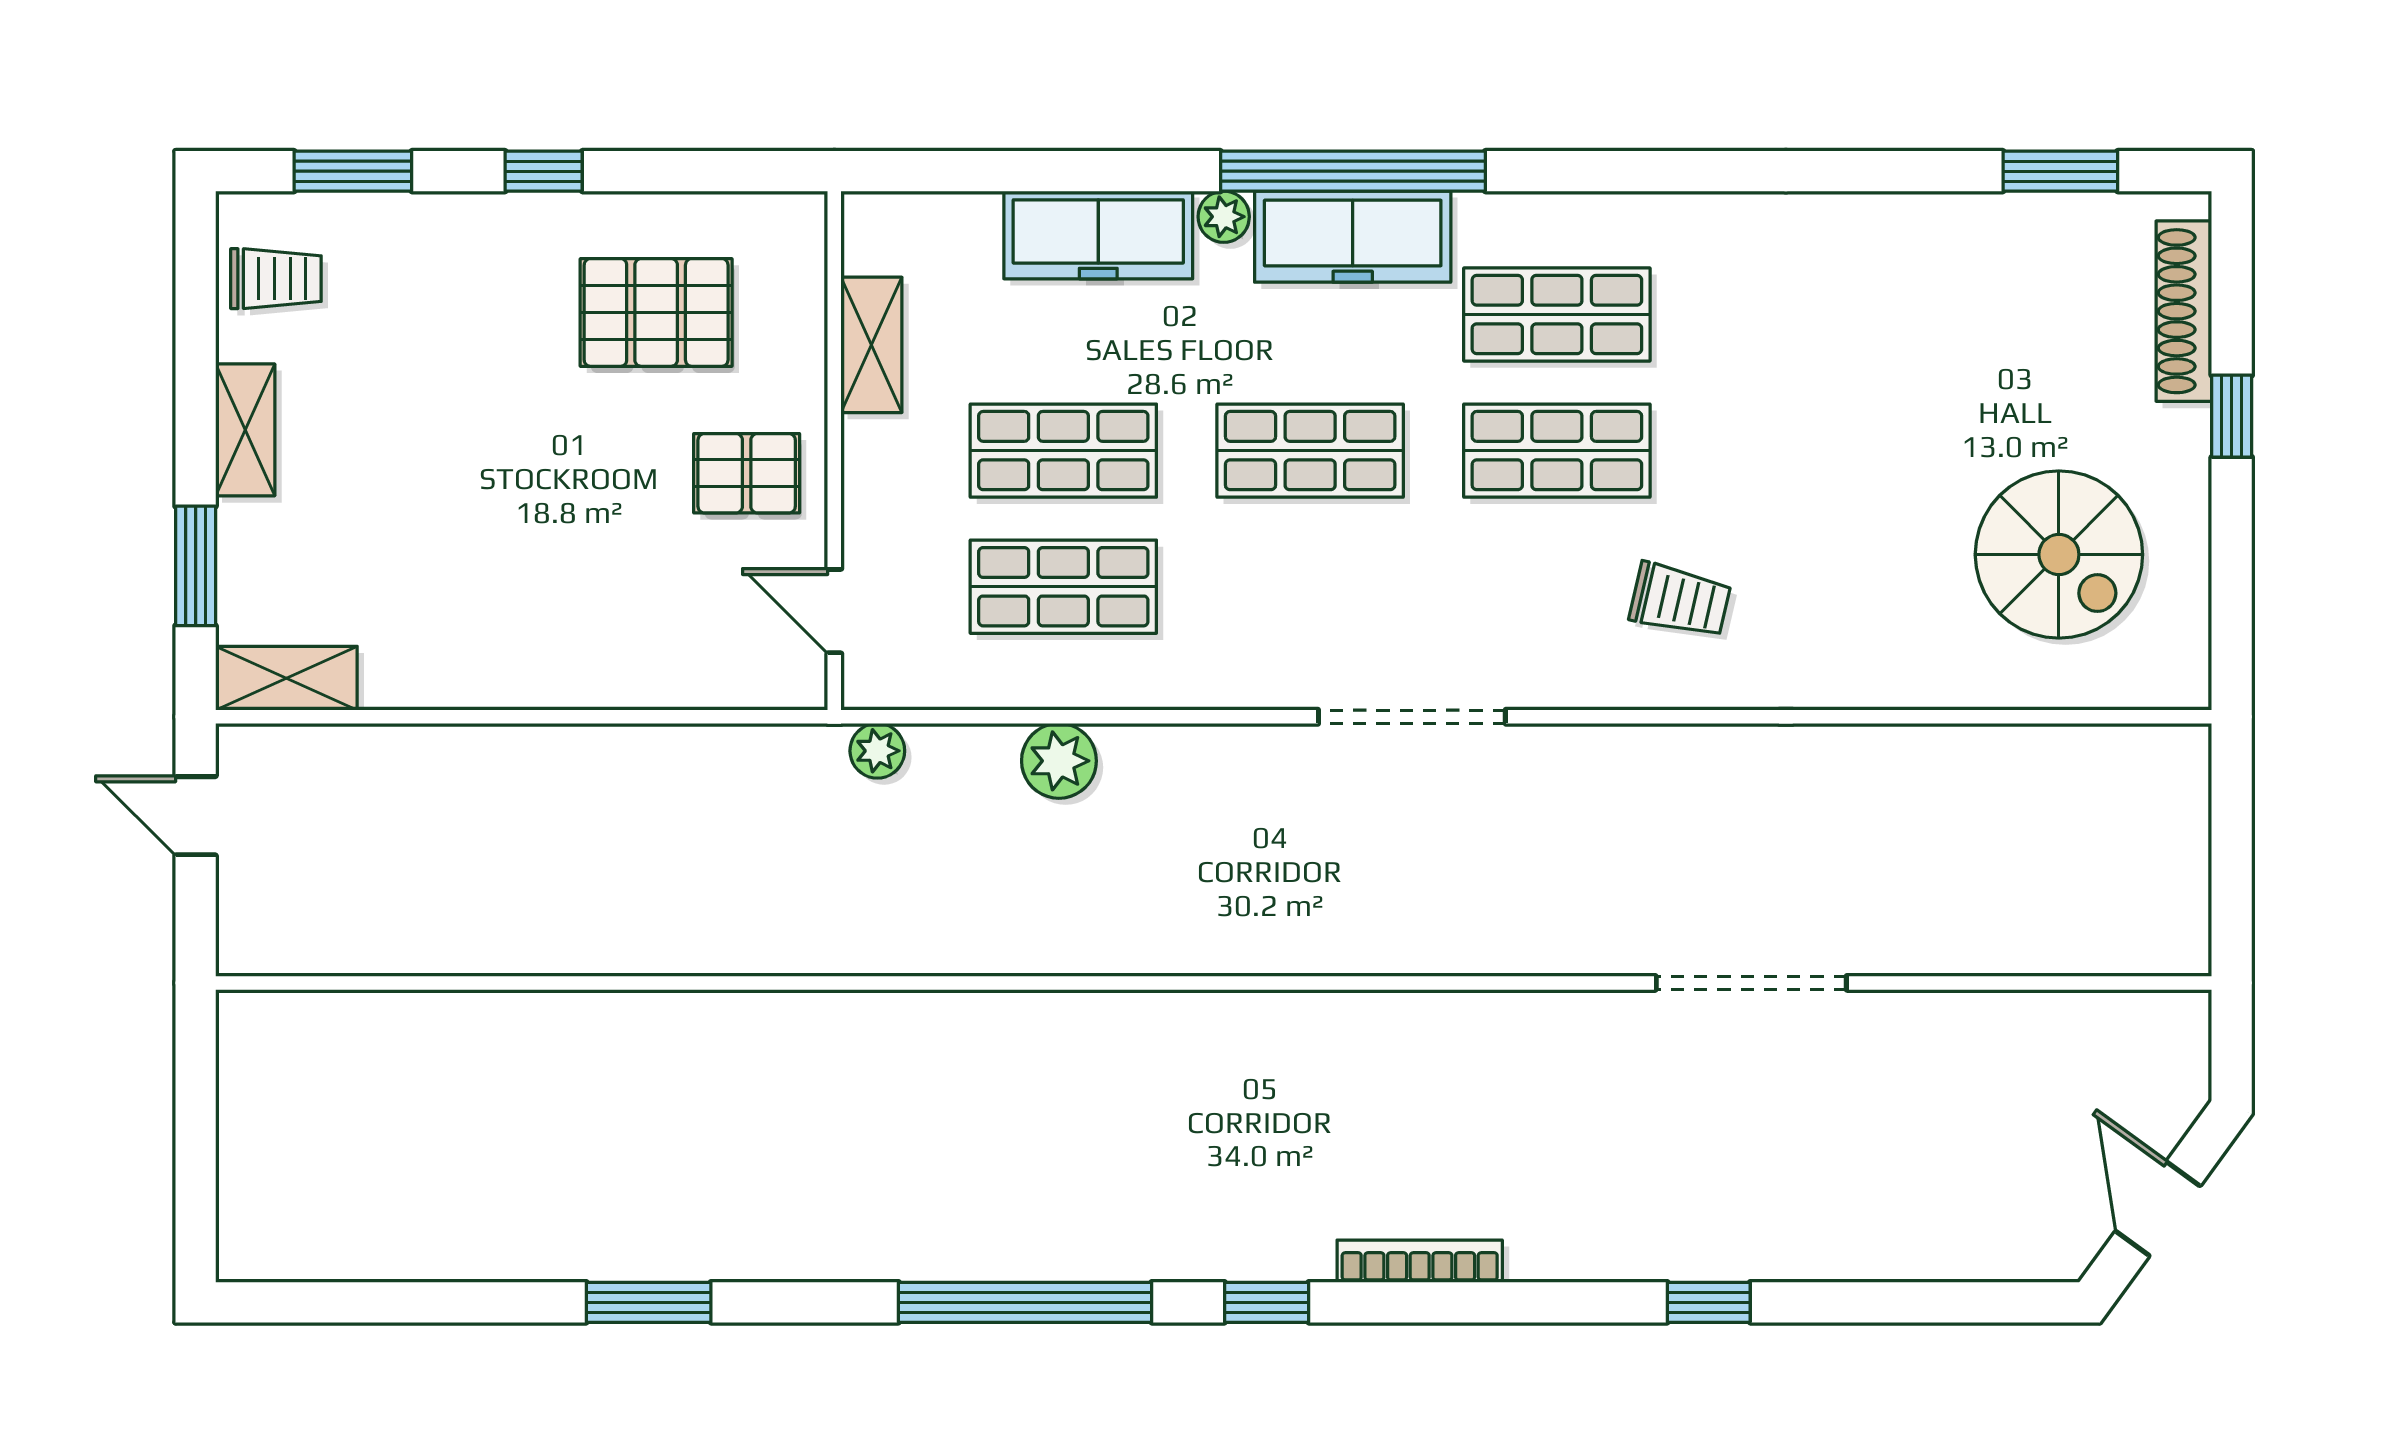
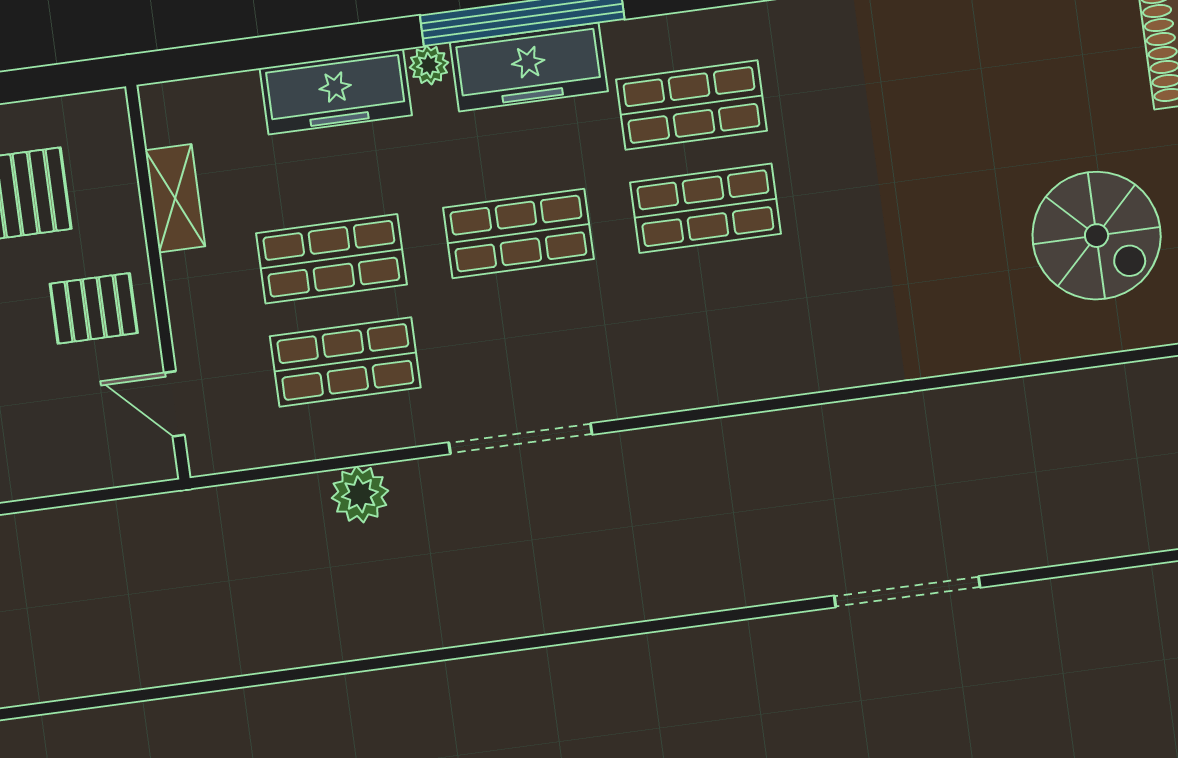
trolley: (1680, 600) -> (814, 309), removed
doorway: (1412, 717) -> (520, 439), moved
plant: (877, 751) -> (221, 505), removed

